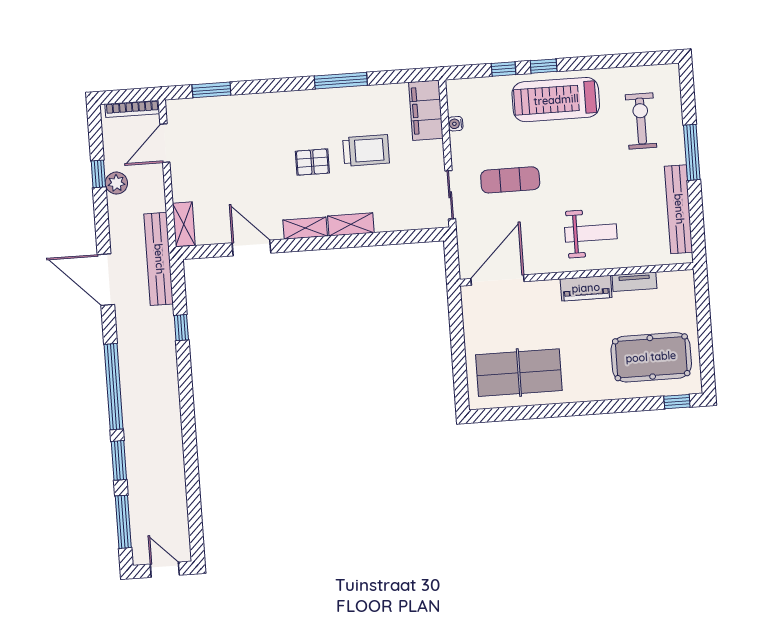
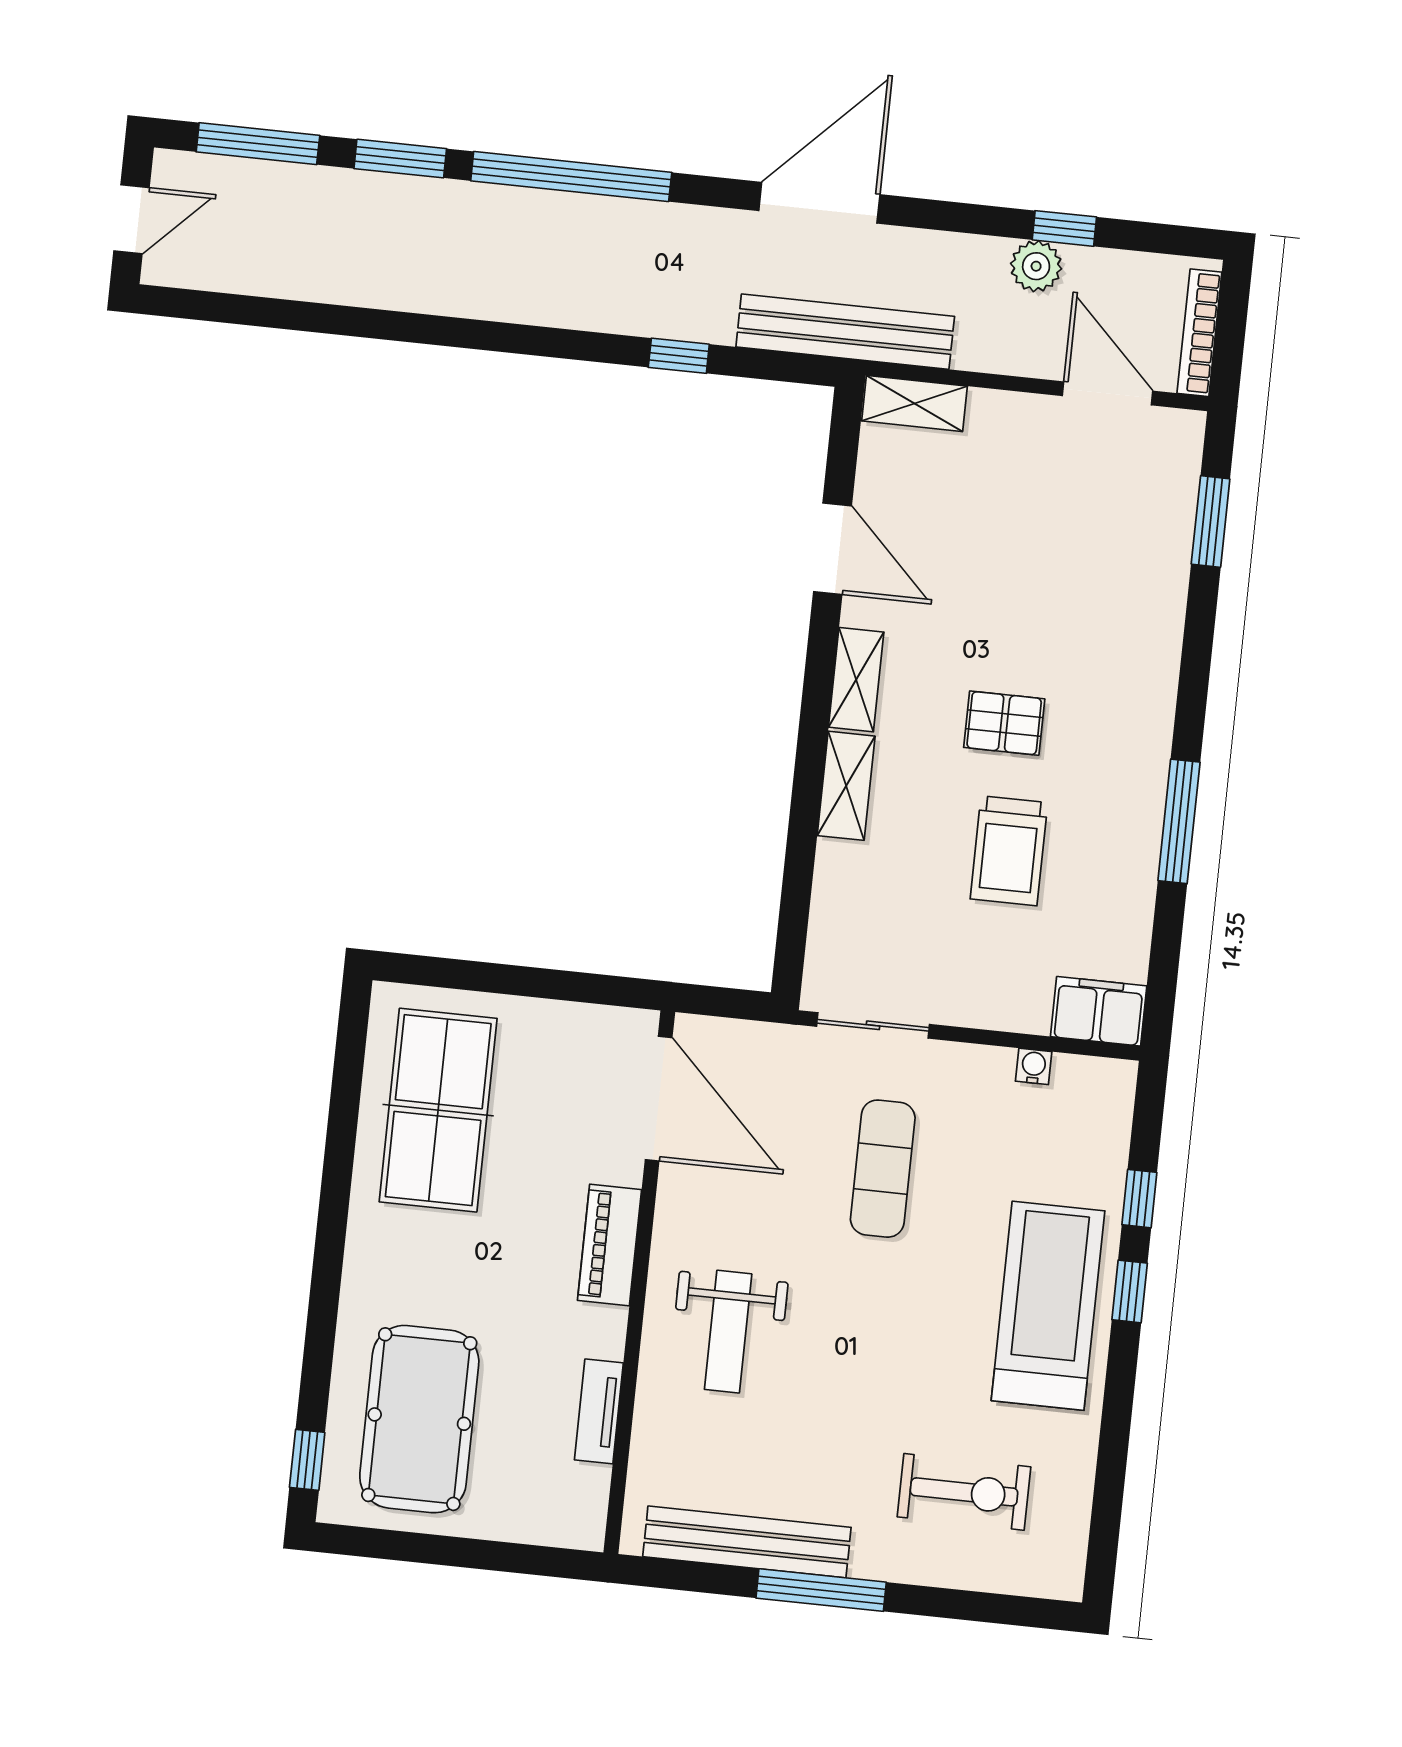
filing cabinet: (426, 110) -> (1099, 1011), width x0.67, depth x0.86
window: (692, 152) -> (821, 1590), moved
pallet: (312, 162) -> (1004, 723), turned 90
door: (251, 248) -> (832, 549), hinge flipped
piano: (586, 288) -> (610, 1245), moved

